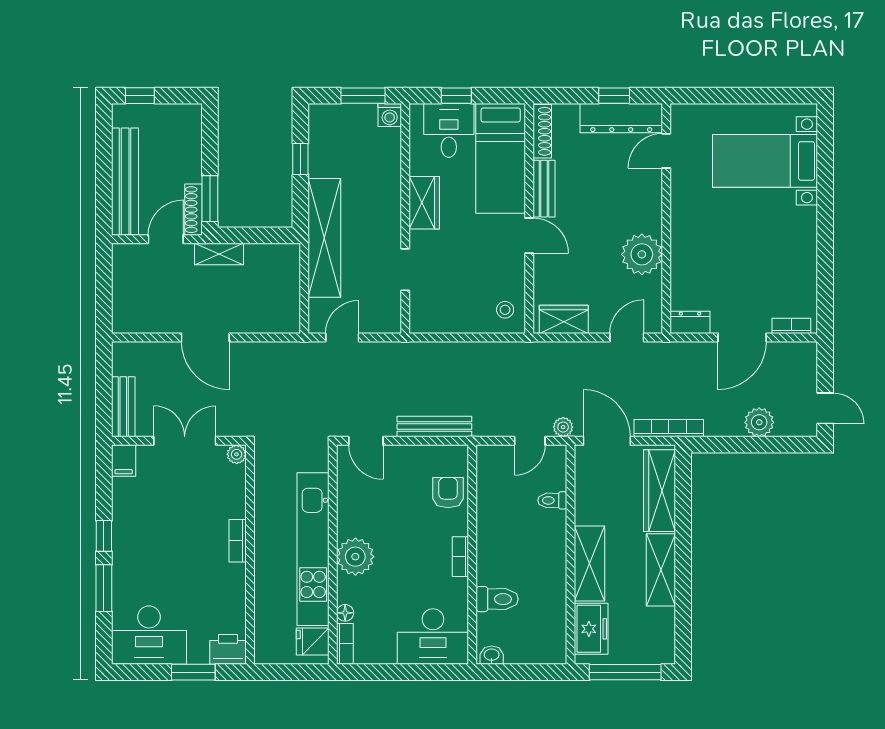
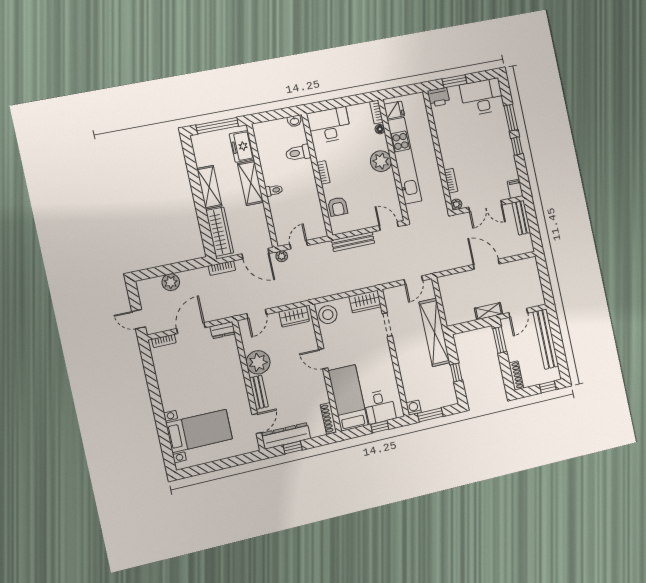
bench: (544, 189) -> (259, 392), moved
wardrobe: (424, 203) -> (365, 302), moved, turned -90
shoe rack: (193, 210) -> (516, 376), moved
stool: (505, 310) -> (328, 315), width x1.89, depth x1.89
door: (825, 408) -> (139, 319), moved
bookcase: (669, 428) -> (222, 268), width x0.64
toilet: (552, 500) -> (274, 190), moved
bookcase: (238, 541) -> (451, 181), moved

